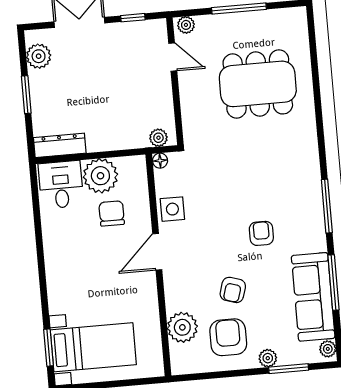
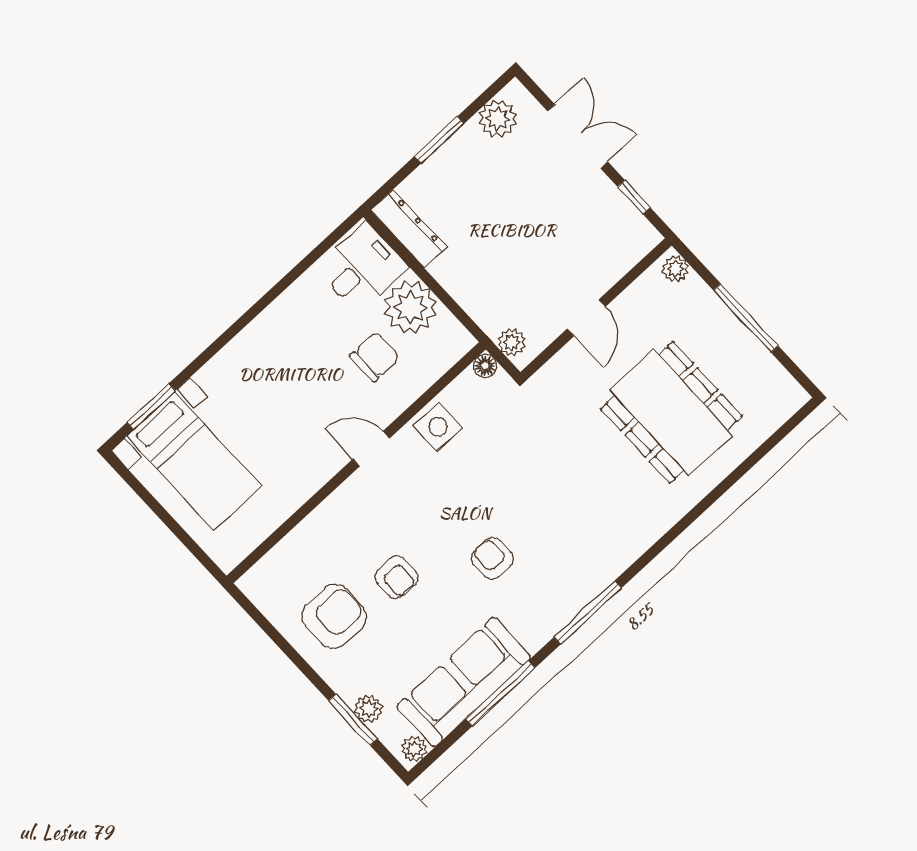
door: (173, 57) -> (586, 318), moved
armchair: (261, 233) -> (492, 558), turned -90
door: (157, 252) -> (371, 449), width x0.73
armchair: (233, 290) -> (396, 577), turned -107
plant: (182, 327) -> (303, 551), removed
plant: (268, 358) -> (369, 709), moved

